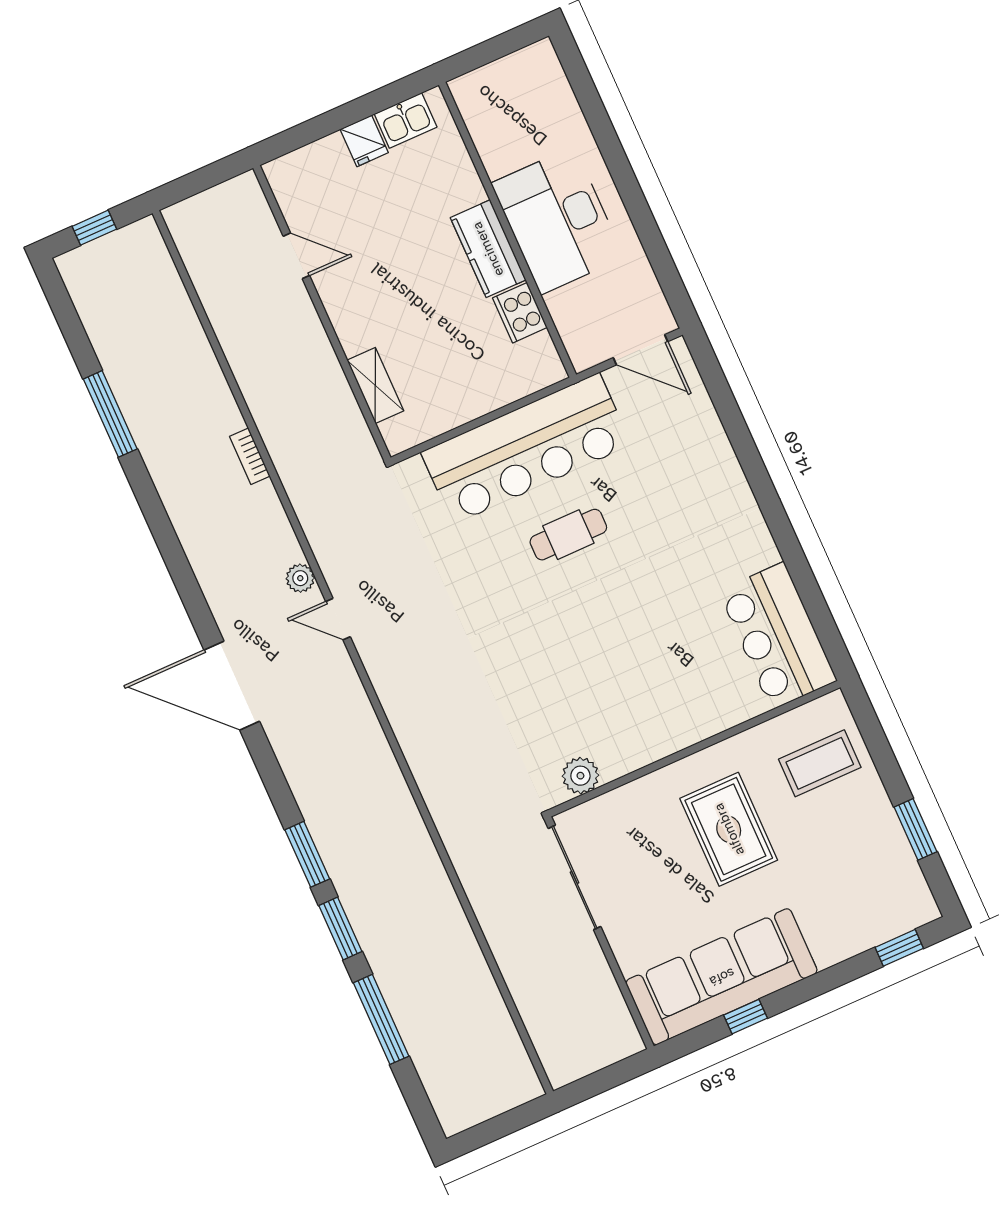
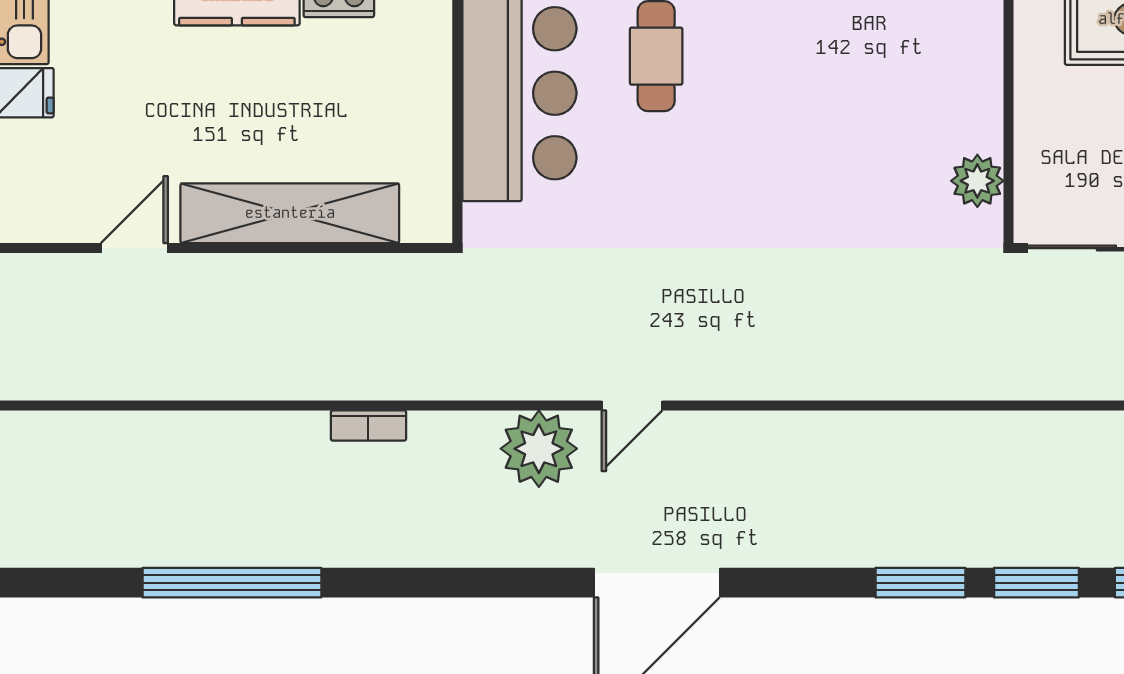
shelving: (375, 386) -> (290, 213), width x2.20, depth x1.33
window: (110, 414) -> (232, 583), width x1.46
plant: (300, 578) -> (539, 449), width x1.88, depth x1.88

